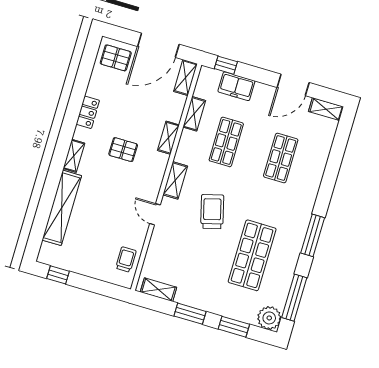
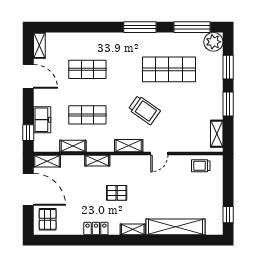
pallet: (123, 150) -> (117, 193), turned 90
trolley: (212, 212) -> (144, 110), turned -130

